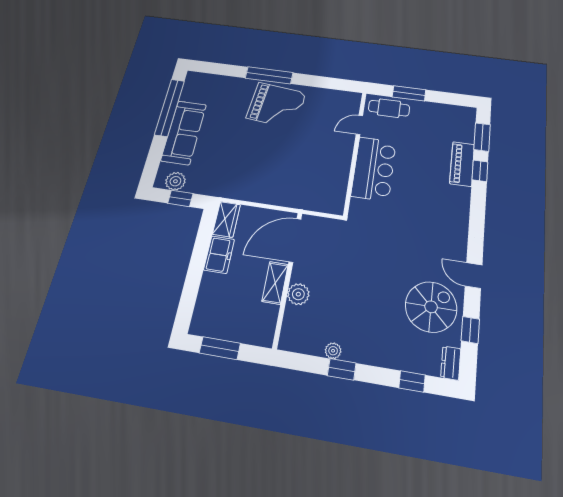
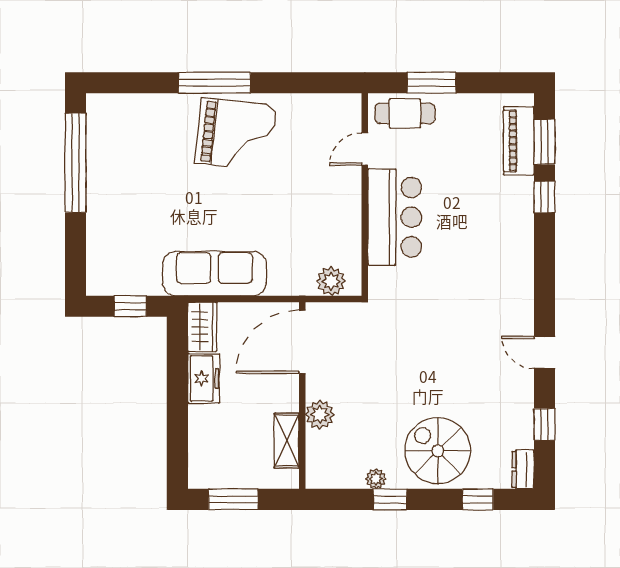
sofa: (184, 132) -> (215, 274), moved, turned -90
piano: (462, 164) -> (519, 141), moved
plant: (175, 181) -> (331, 281), moved
shelving: (275, 283) -> (287, 441), moved
spiral stairs: (431, 307) -> (438, 451), moved, turned -90

